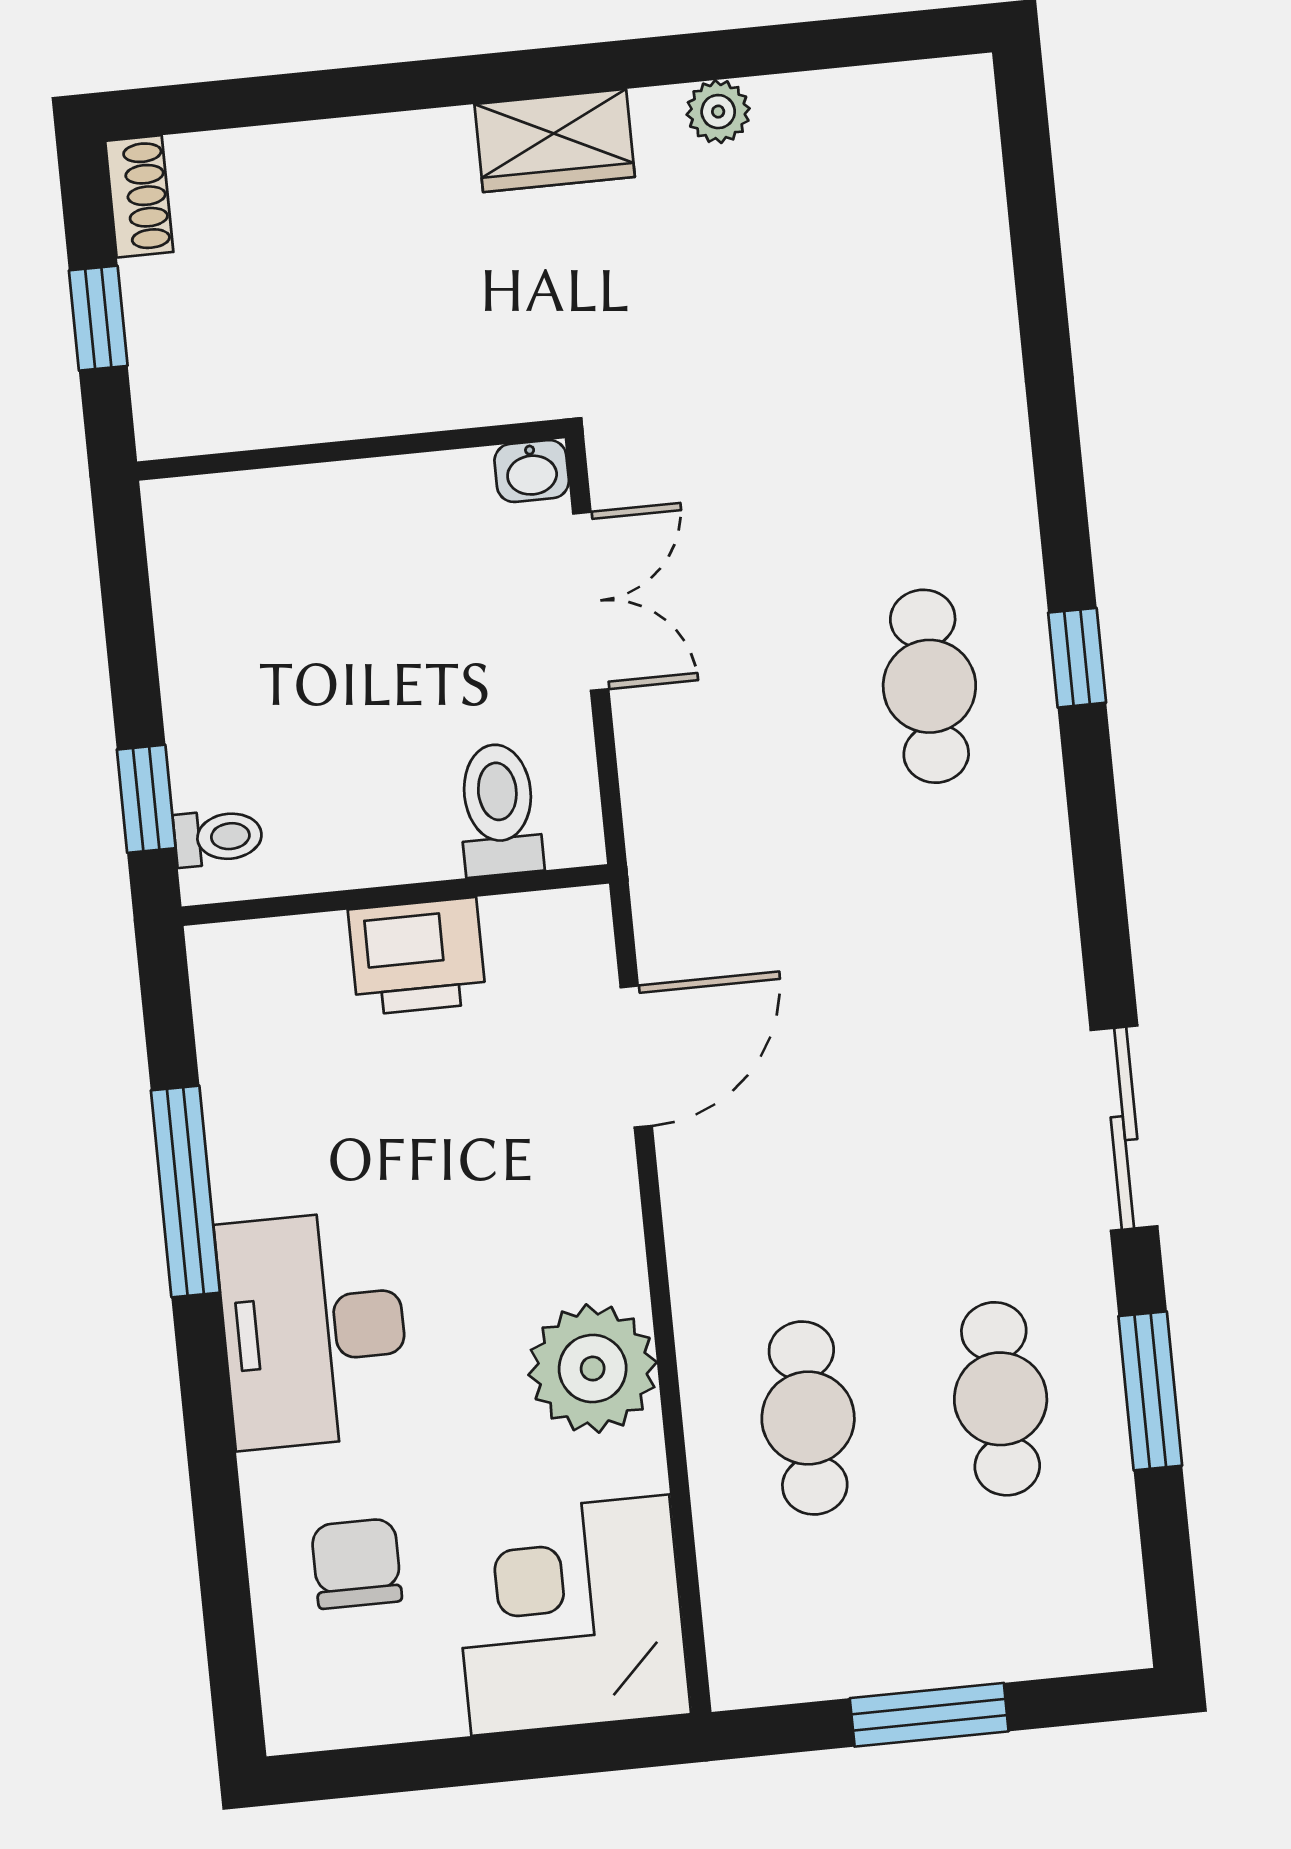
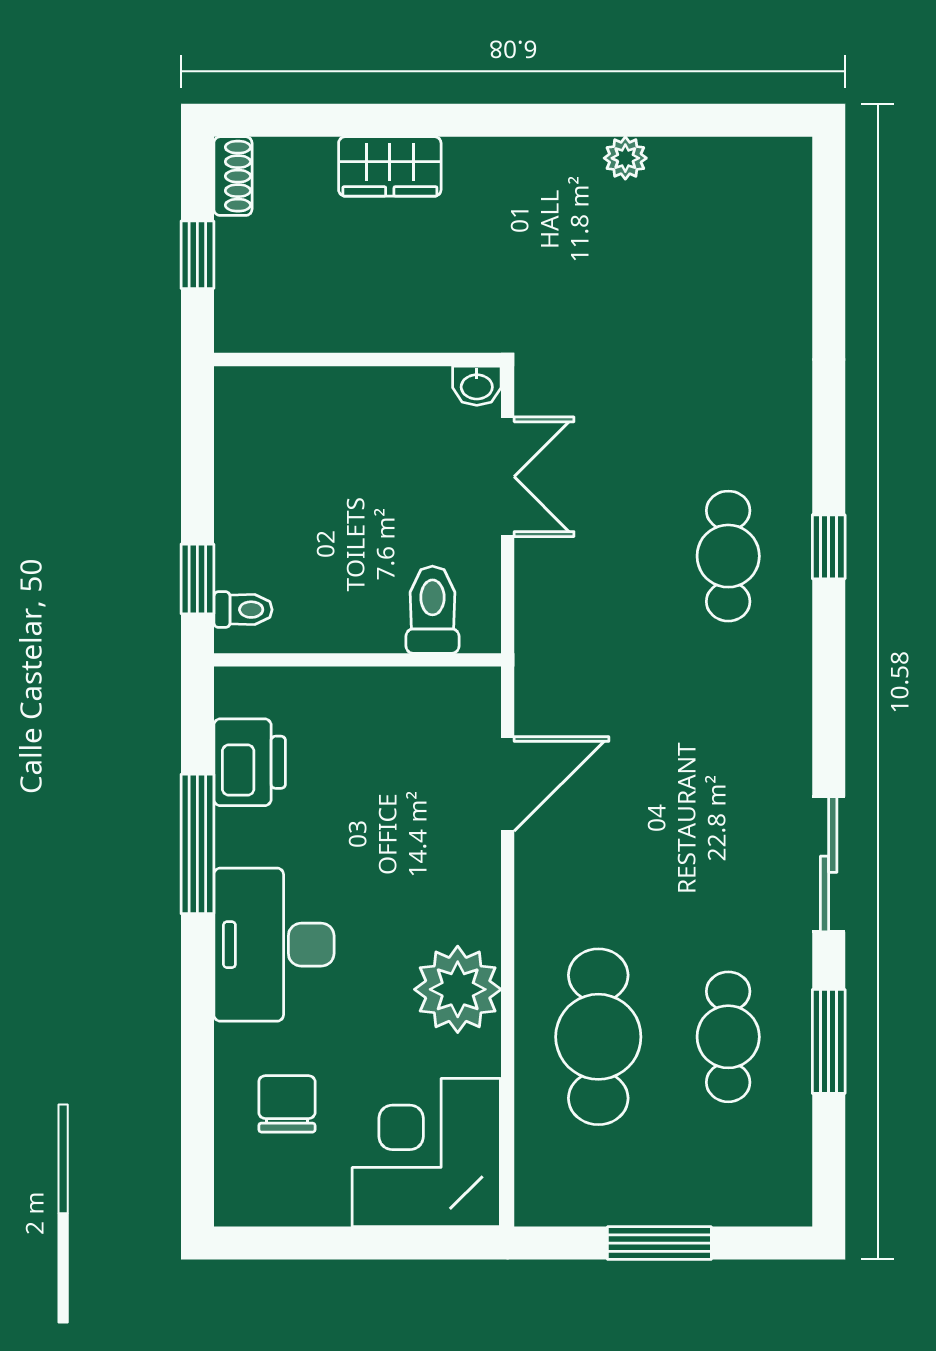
wardrobe: (555, 140) -> (390, 166), moved
printer: (417, 956) -> (250, 762), moved, turned -90
cafe table: (808, 1418) -> (598, 1037), width x1.37, depth x1.35

